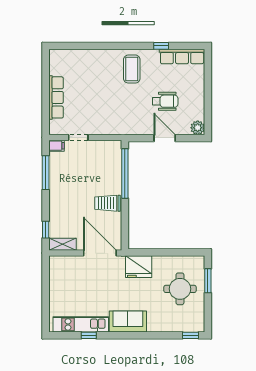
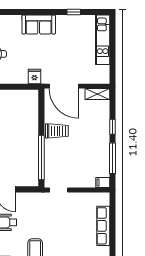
doorway: (78, 137) -> (59, 190), moved
window: (46, 230) -> (112, 127), moved
fridge: (139, 267) -> (34, 76), width x0.53, depth x0.75
kitchen unit: (81, 324) -> (103, 40), moved, turned 90

